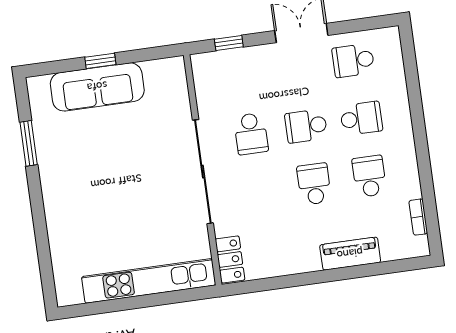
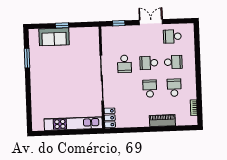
sofa: (97, 87) -> (54, 37), width x0.73

